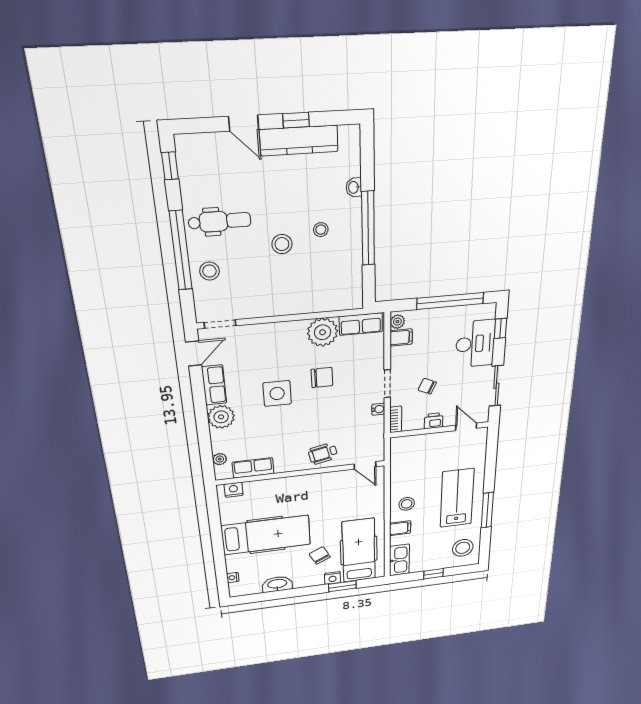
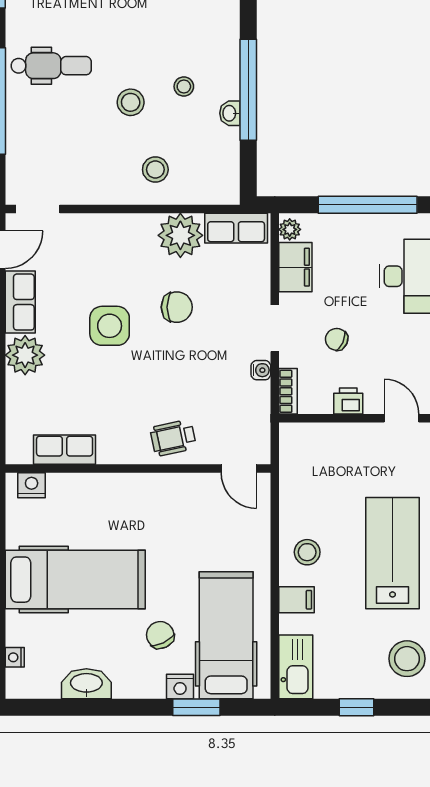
washbasin: (354, 187) -> (230, 113), moved
stool: (209, 271) -> (155, 170), moved
filing cabinet: (401, 337) -> (295, 267), width x2.00
plant: (220, 459) -> (16, 427), removed

